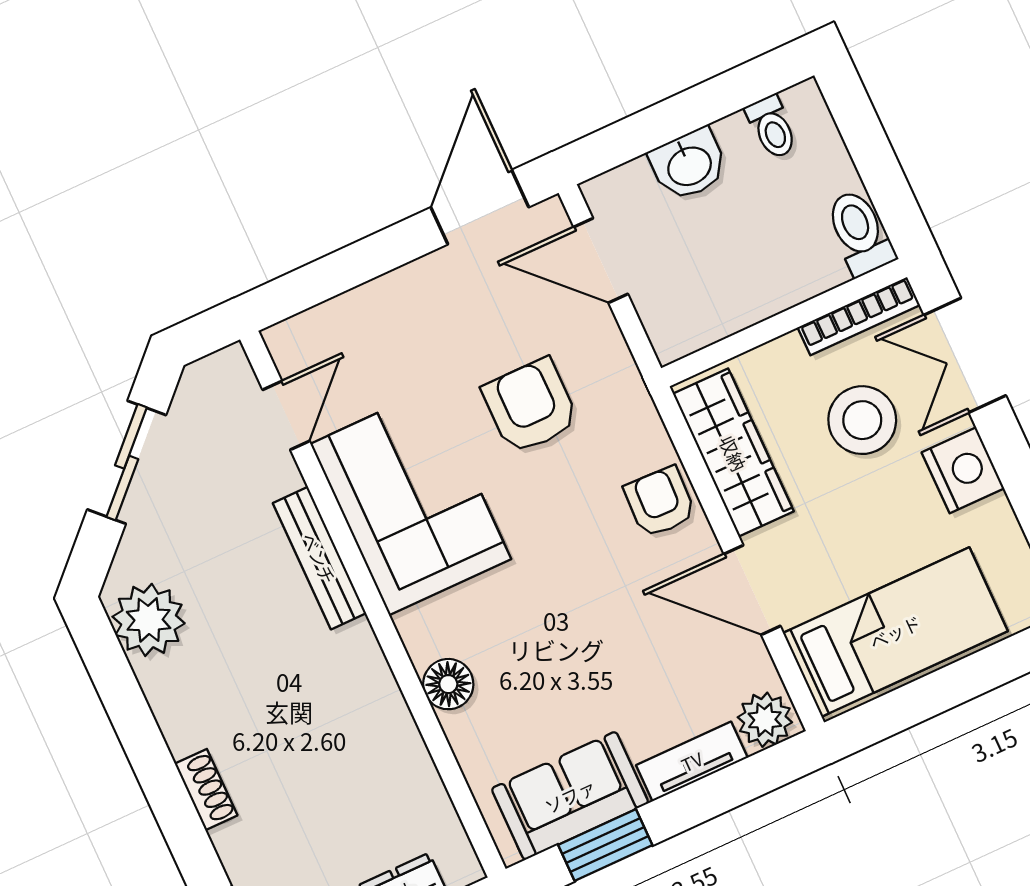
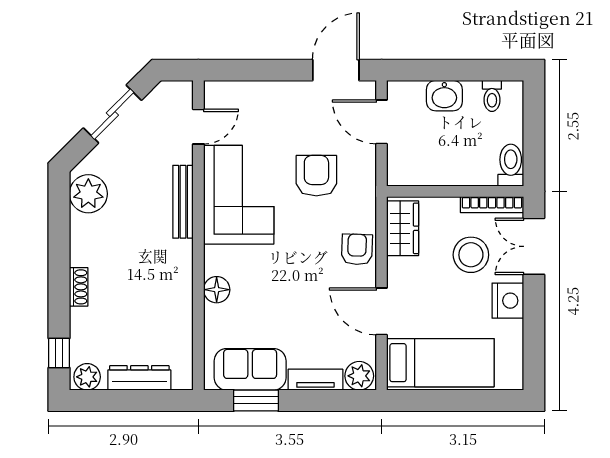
wardrobe: (733, 453) -> (403, 228), width x0.67

